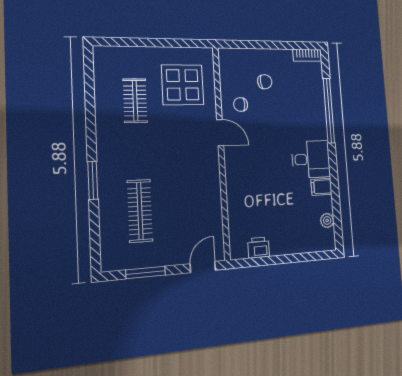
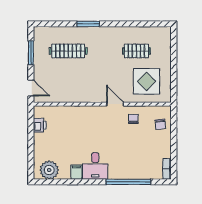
chair: (265, 82) -> (160, 124), moved
door: (220, 133) -> (115, 104), swing flipped
plant: (327, 221) -> (49, 170), width x1.88, depth x1.88

